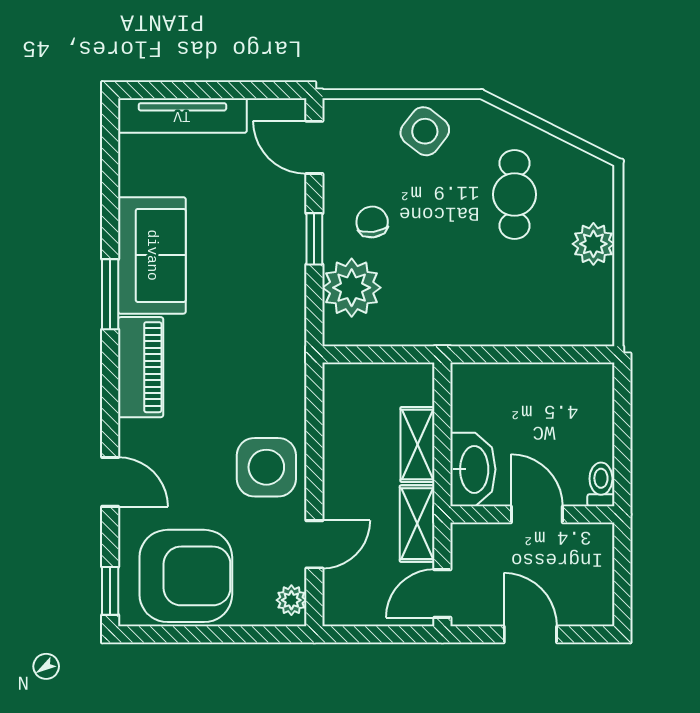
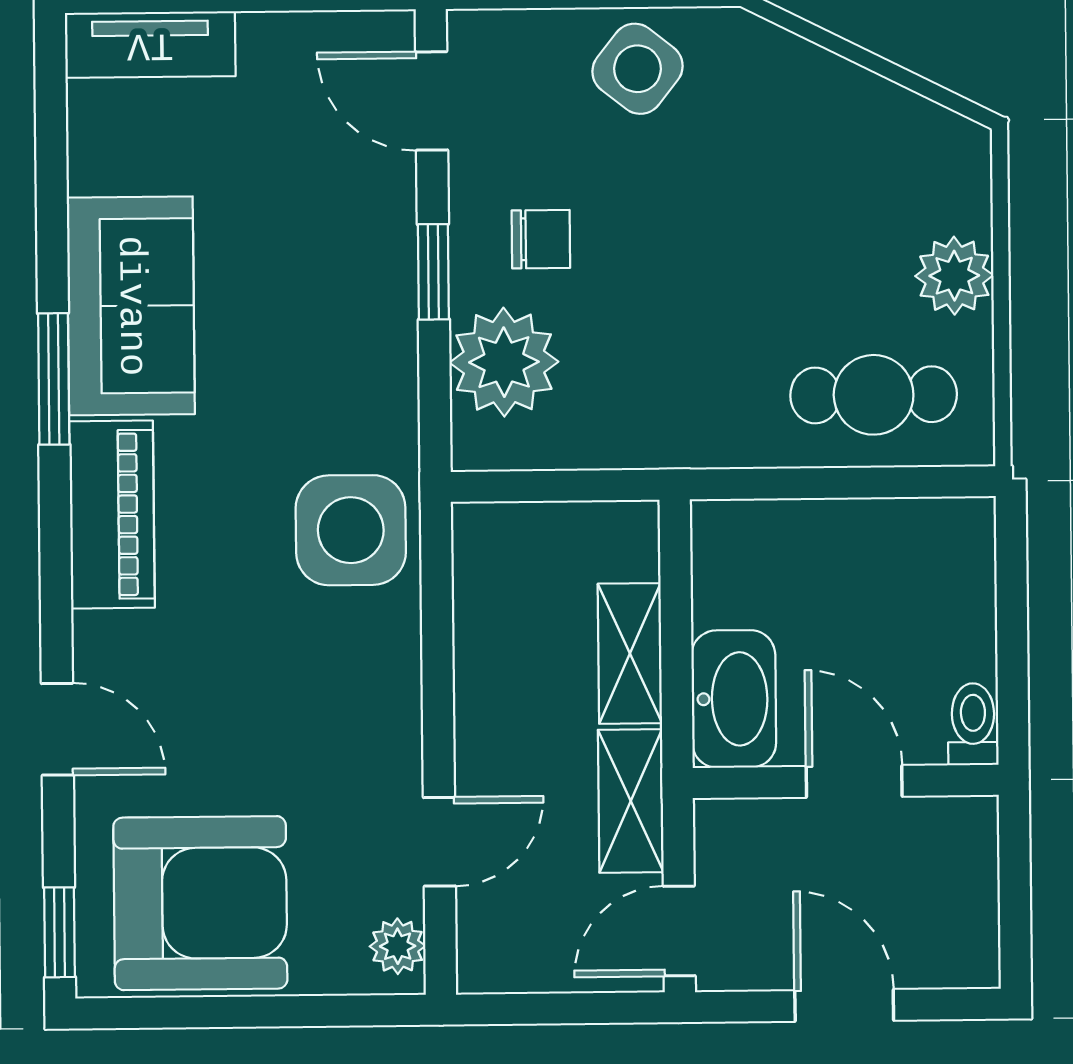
tv unit: (182, 116) -> (150, 45), width x0.71
cafe table: (514, 194) -> (874, 395), moved, turned 90
chair: (372, 222) -> (541, 239), turned 97
side table: (266, 467) -> (351, 530), moved

